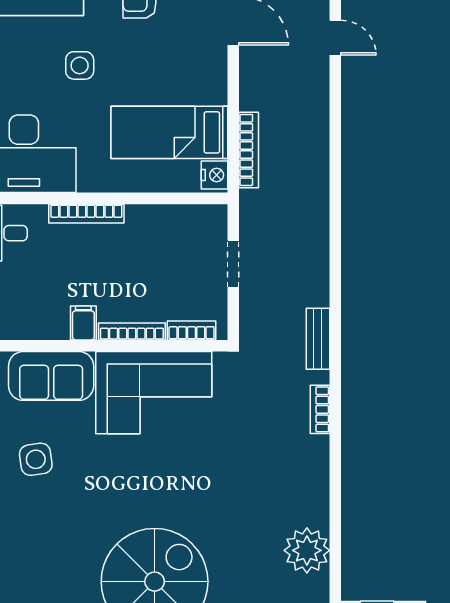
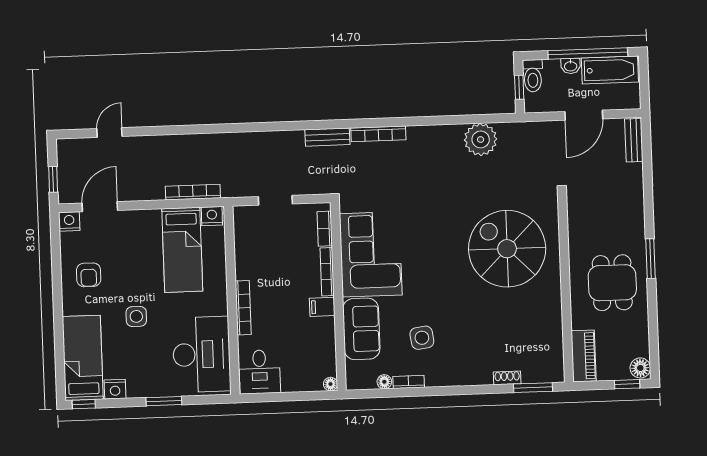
bookcase: (320, 409) -> (378, 134), width x1.56

